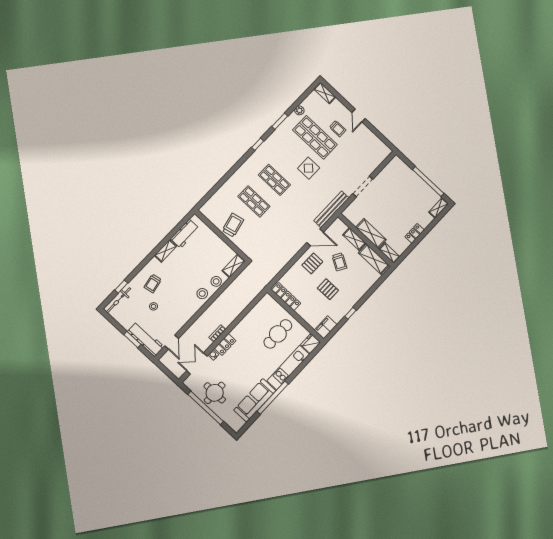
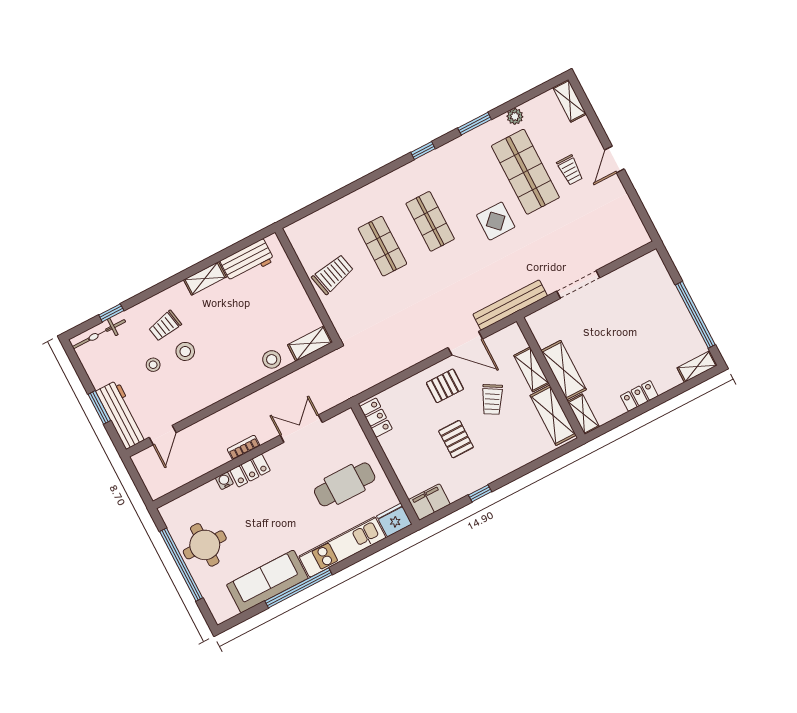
stool: (202, 294) -> (185, 351), moved
locker: (286, 297) -> (376, 418), width x0.66
double door: (197, 363) -> (301, 429), moved

